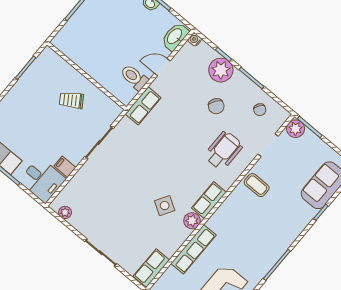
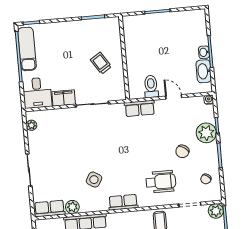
washbasin: (175, 36) -> (204, 71), moved, turned -90
filing cabinet: (65, 167) -> (64, 98), width x2.00
plant: (192, 221) -> (72, 207), moved

